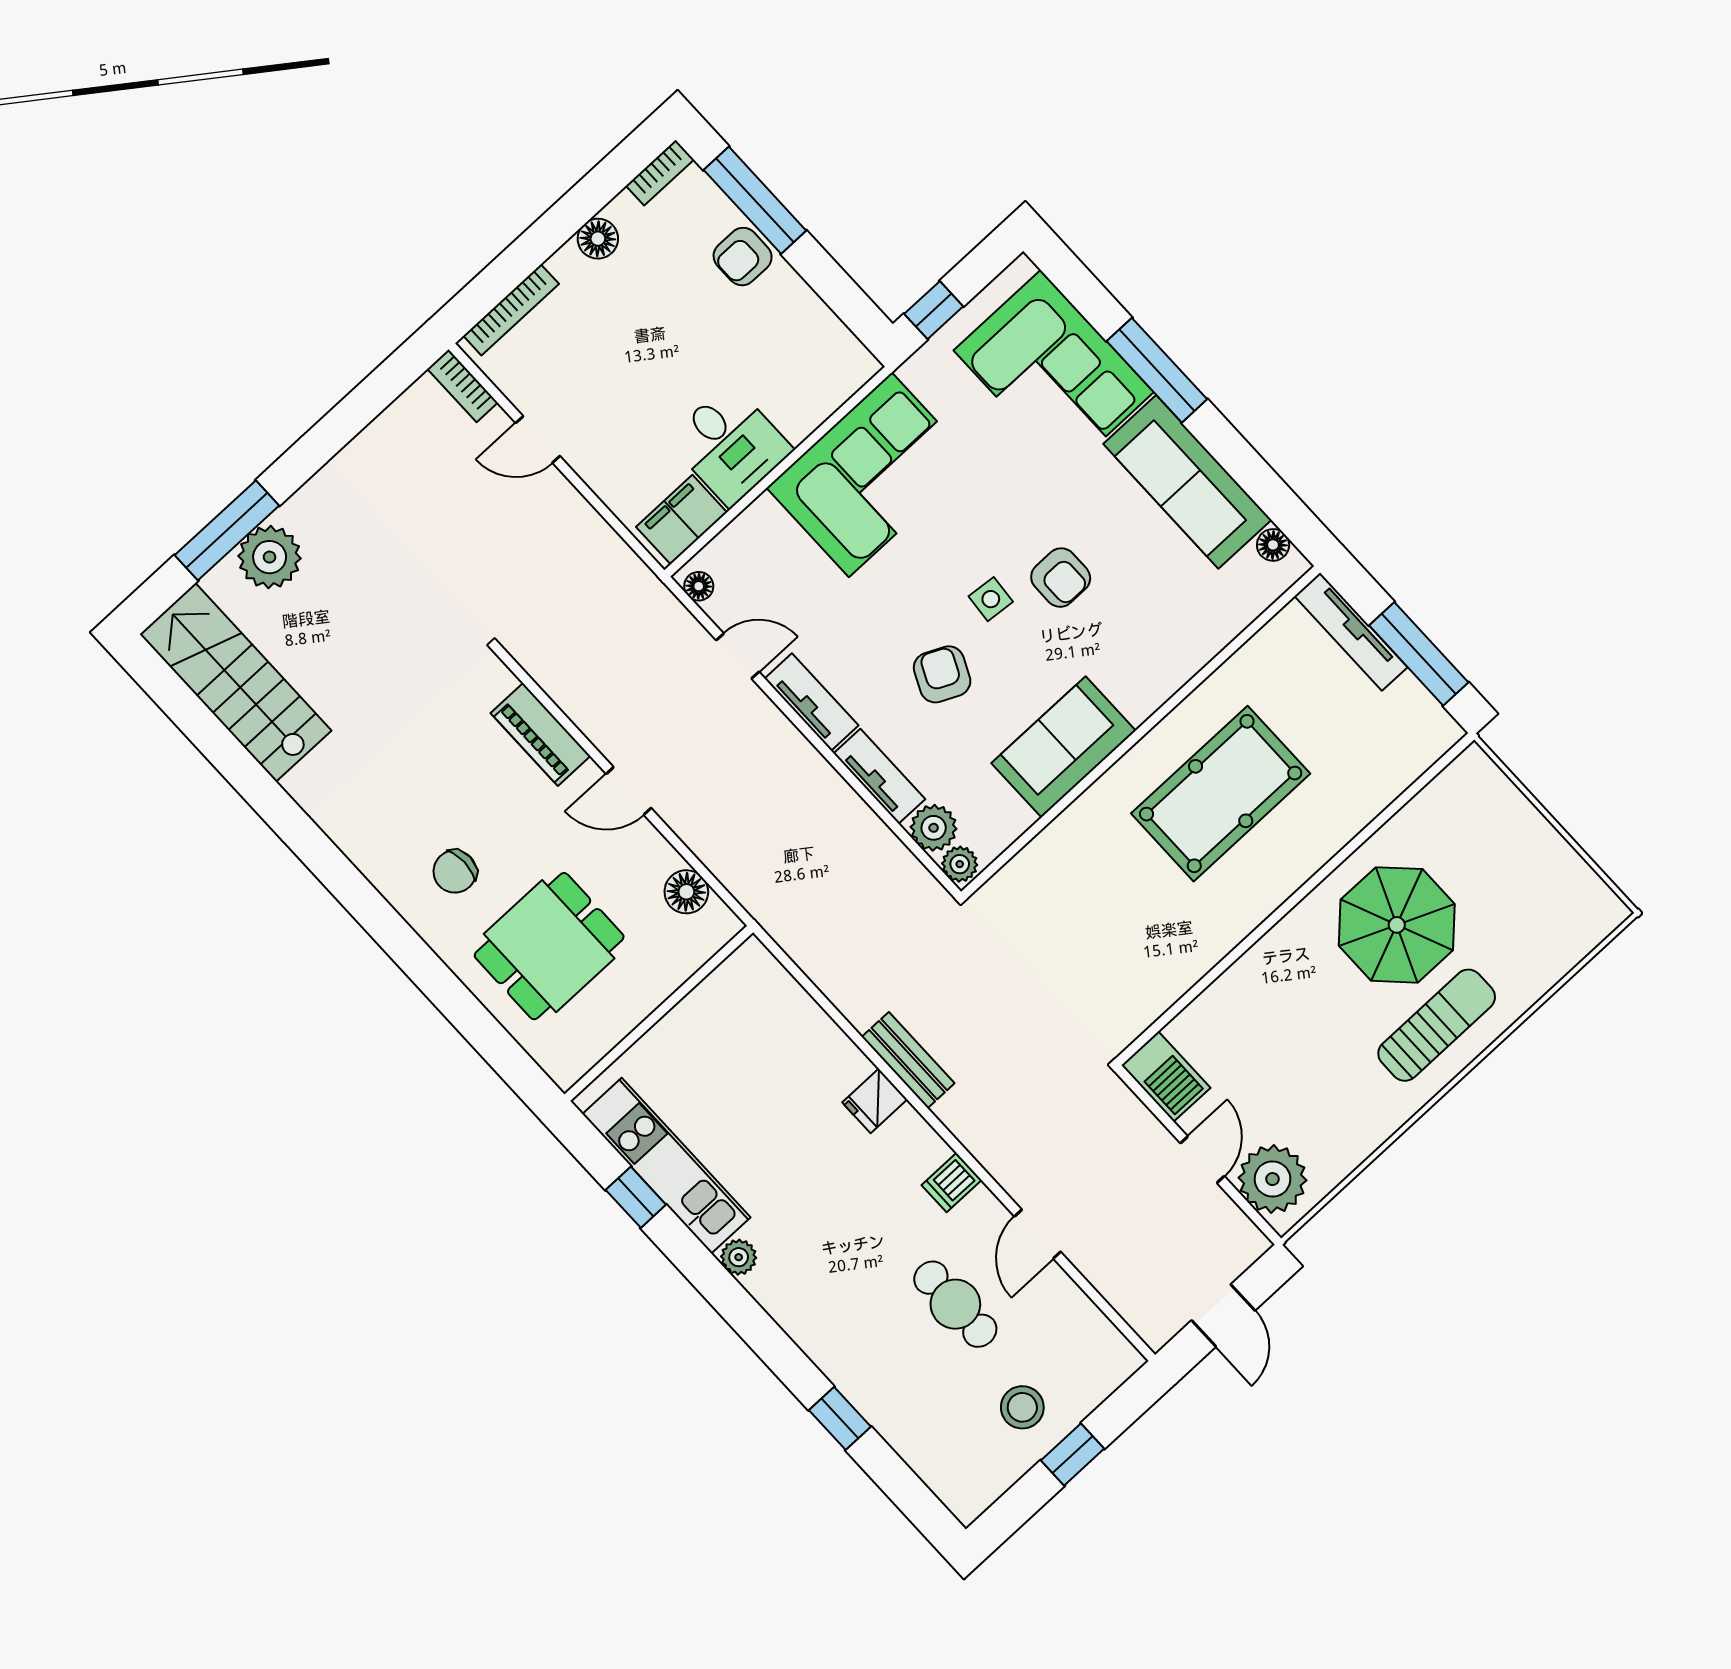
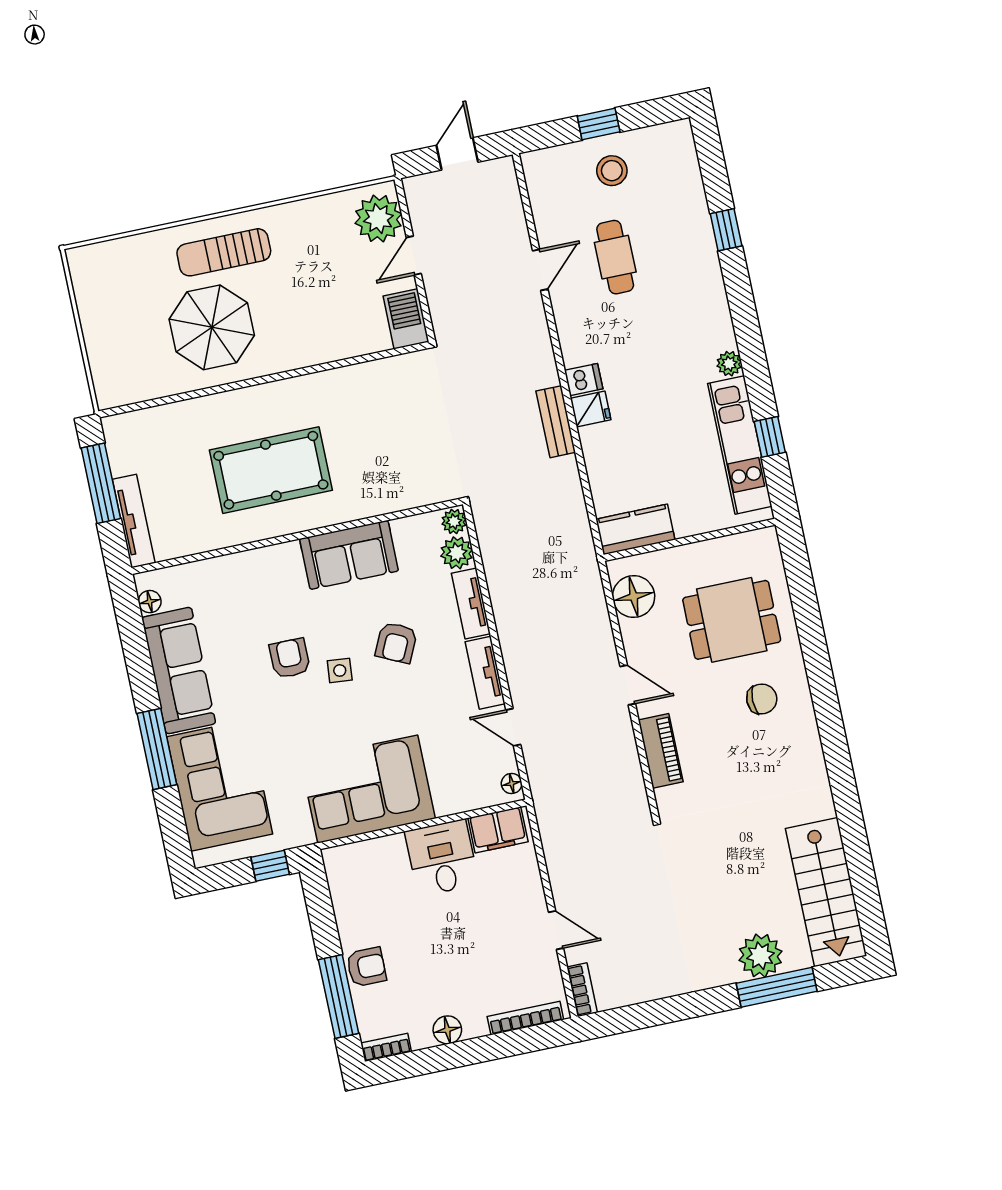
floor lamp: (686, 892) -> (634, 596), width x1.38, depth x1.38
kitchen counter: (732, 986) -> (635, 529), added
dishwasher: (952, 1182) -> (584, 380), moved

